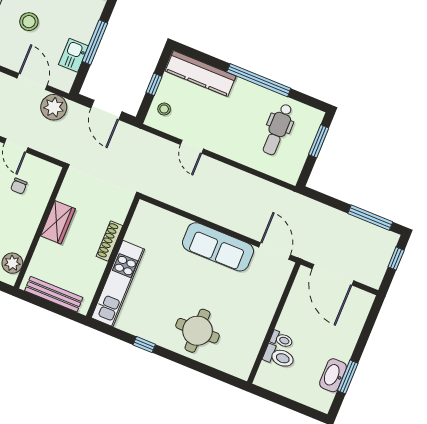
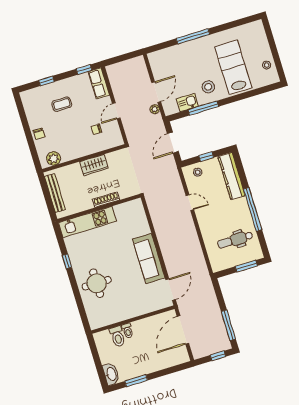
stool: (29, 22) -> (208, 87), moved
plant: (54, 107) -> (155, 109), width x0.53, depth x0.53
door: (192, 147) -> (190, 203), swing flipped
washbasin: (333, 375) -> (111, 374), moved, turned 90

